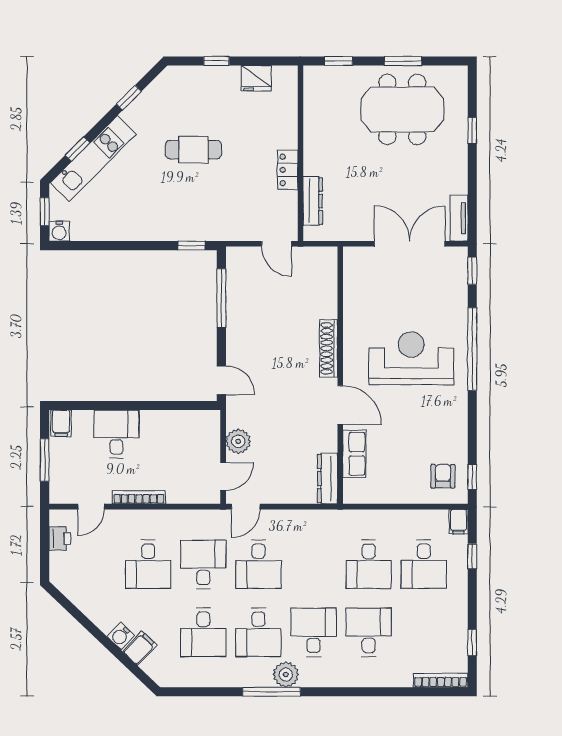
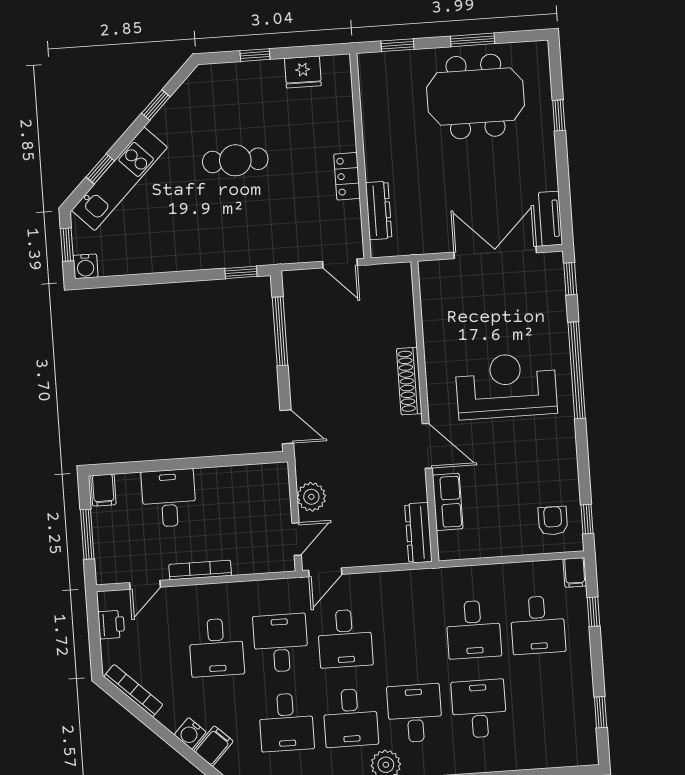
bookcase: (441, 680) -> (133, 691), moved, turned 44

